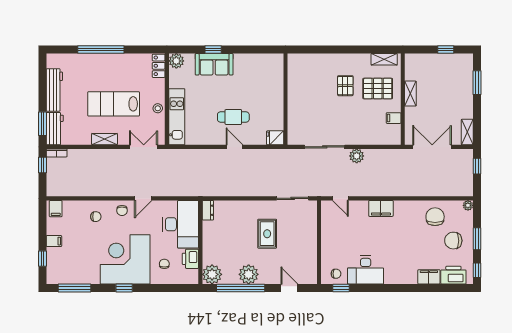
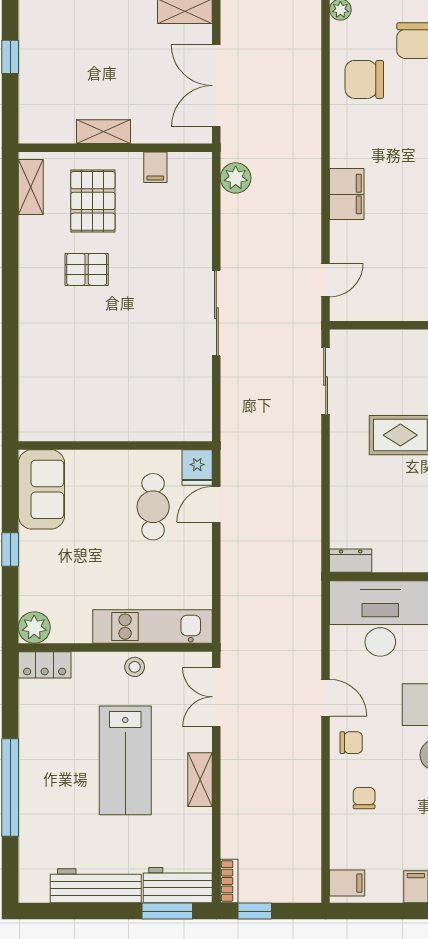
sofa: (214, 64) -> (41, 489), moved
wall: (285, 99) -> (115, 445), moved
fridge: (275, 138) -> (197, 467), moved
plant: (357, 156) -> (236, 178), moved

